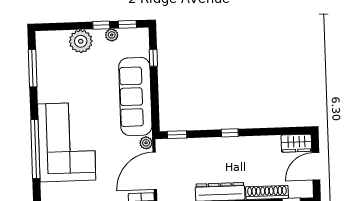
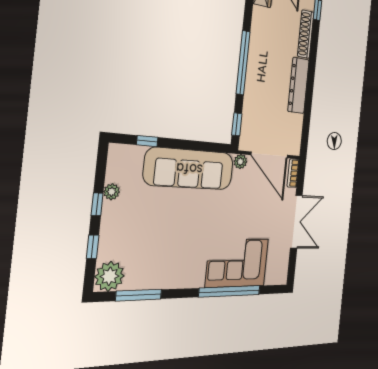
window: (127, 24) -> (93, 247), moved
plant: (81, 41) -> (110, 276), moved
window: (230, 133) -> (243, 63), width x3.17
corner sofa: (67, 142) -> (237, 263), width x0.73, depth x0.74

